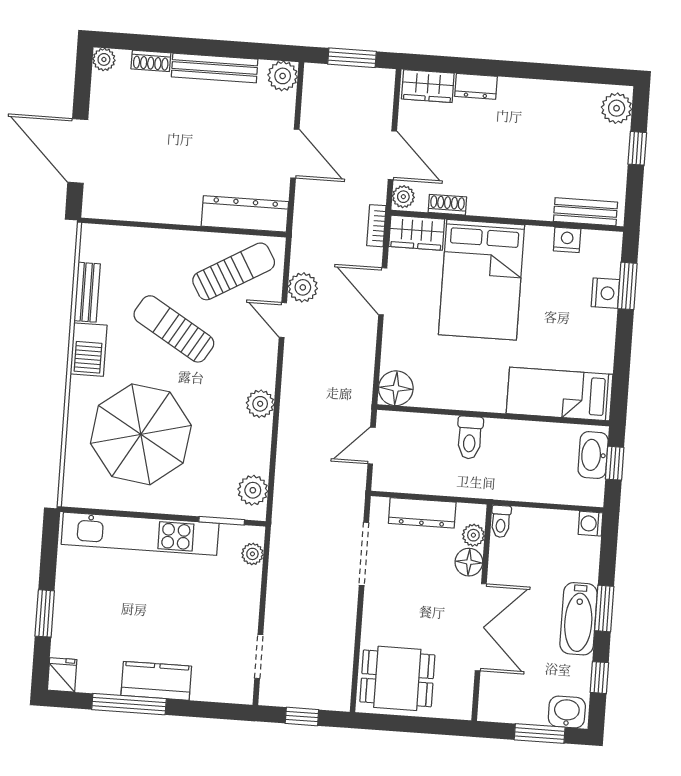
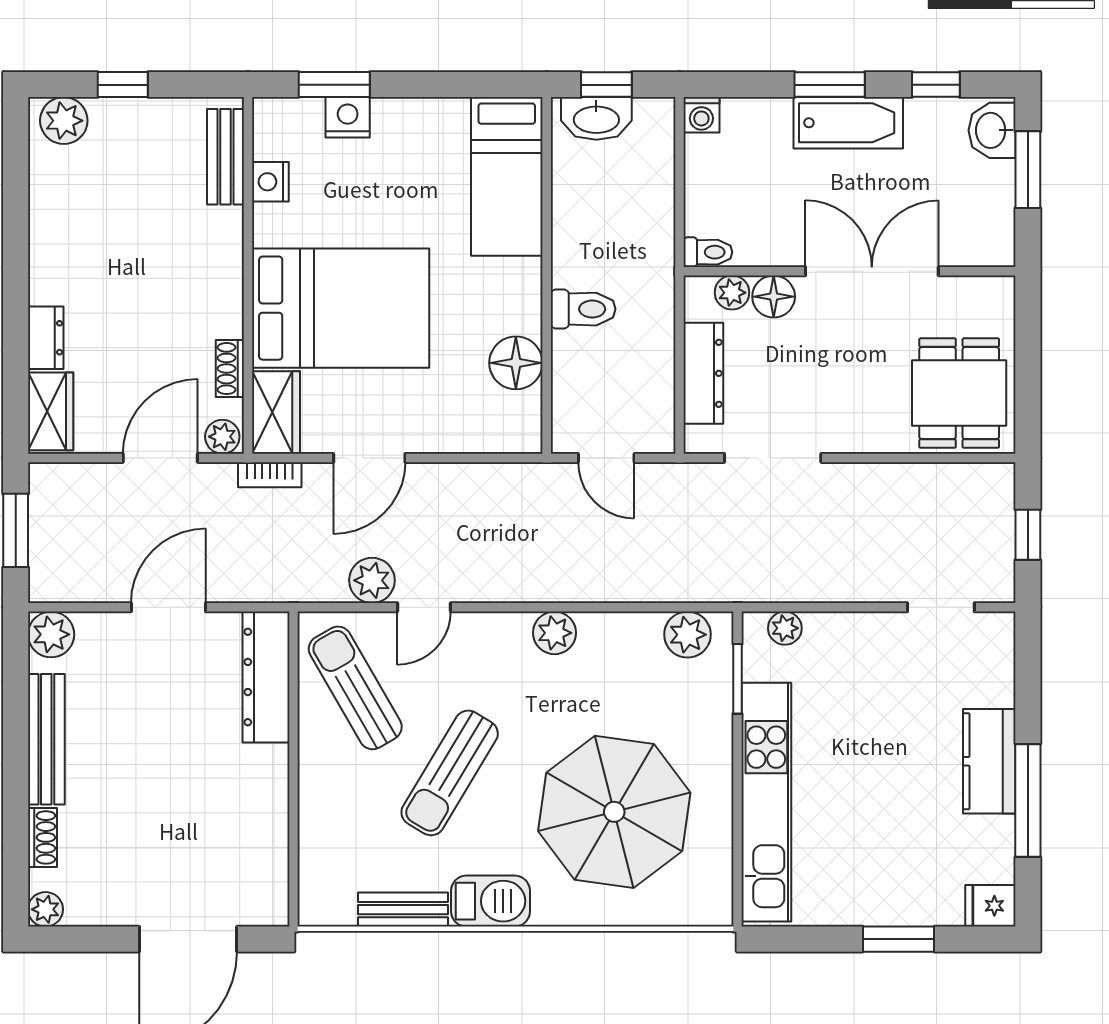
floor lamp: (396, 388) -> (516, 363), moved

